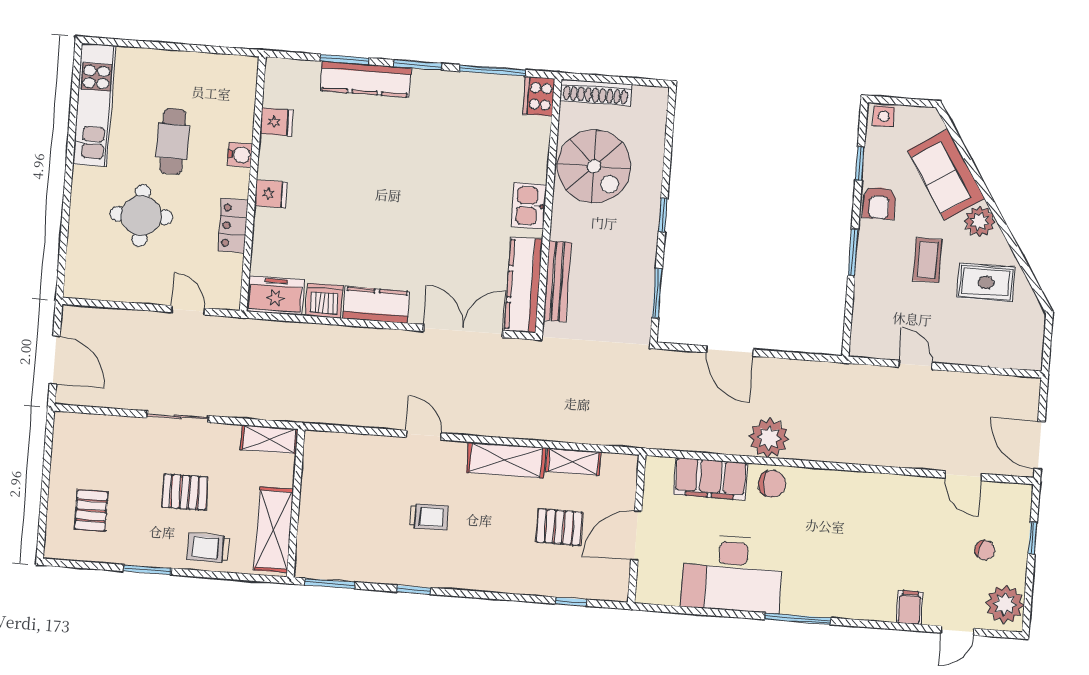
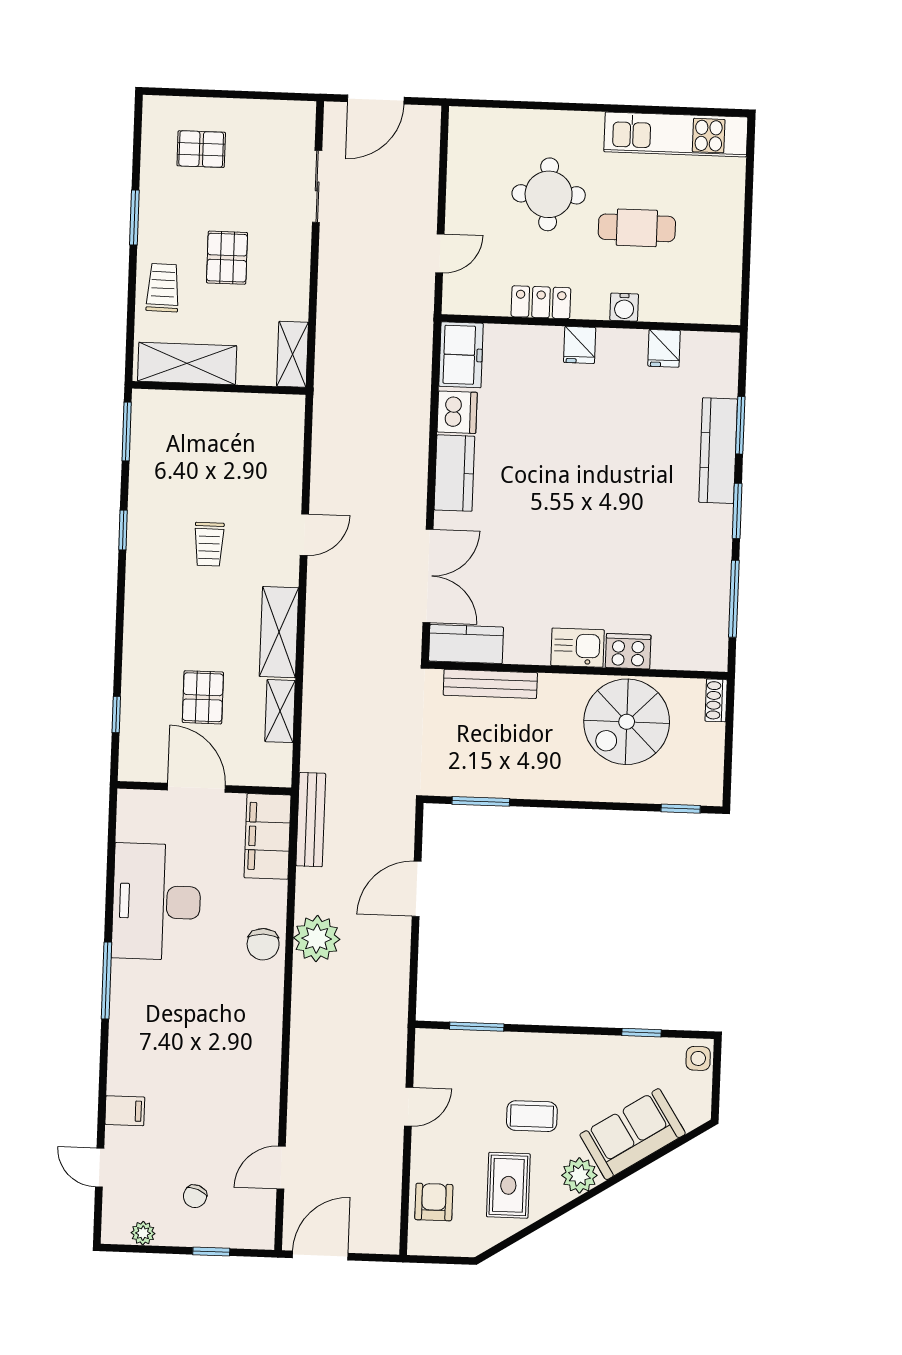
shoe rack: (596, 92) -> (716, 700), width x0.51, depth x0.81
cooker: (539, 96) -> (628, 651), moved
armchair: (879, 203) -> (434, 1202), moved, turned 90
window: (663, 215) -> (681, 809), moved
window: (853, 252) -> (477, 1027), moved
kitchen counter: (524, 285) -> (466, 644), width x0.67
sliding door: (178, 417) -> (317, 186), moved
bench: (667, 439) -> (311, 820), added
filing cabinet: (711, 479) -> (268, 836), moved
plant: (1005, 604) -> (143, 1233), width x0.53, depth x0.53

